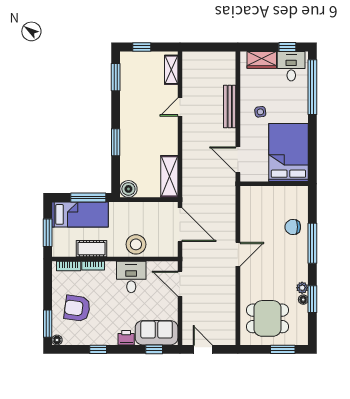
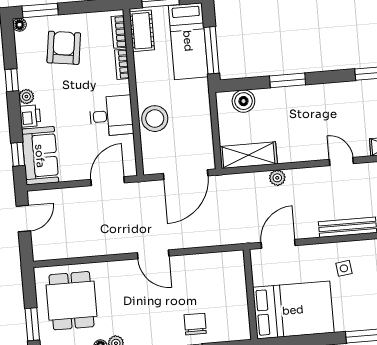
plant: (188, 156) -> (277, 178), added
boiler: (128, 189) -> (243, 101), moved
cot: (91, 249) -> (142, 31), moved
plant: (111, 339) -> (26, 97), added

